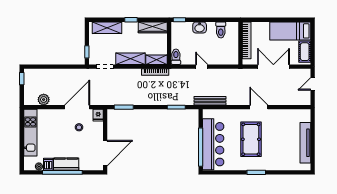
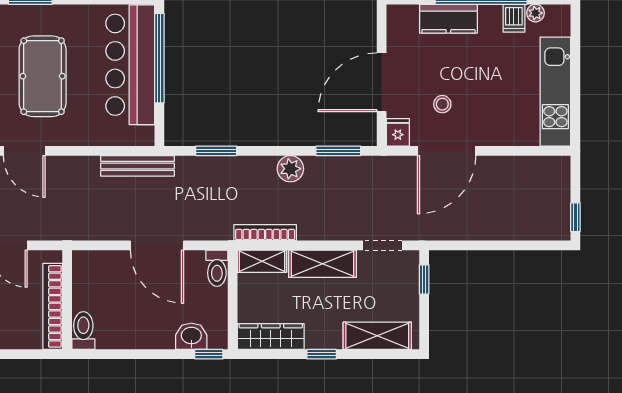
washbasin: (200, 27) -> (191, 336), moved
toilet: (221, 30) -> (83, 331), moved
door: (202, 67) -> (157, 245), width x1.88
plant: (44, 100) -> (290, 169), moved
door: (105, 153) -> (382, 82), moved
kitchen counter: (66, 164) -> (448, 19), moved

